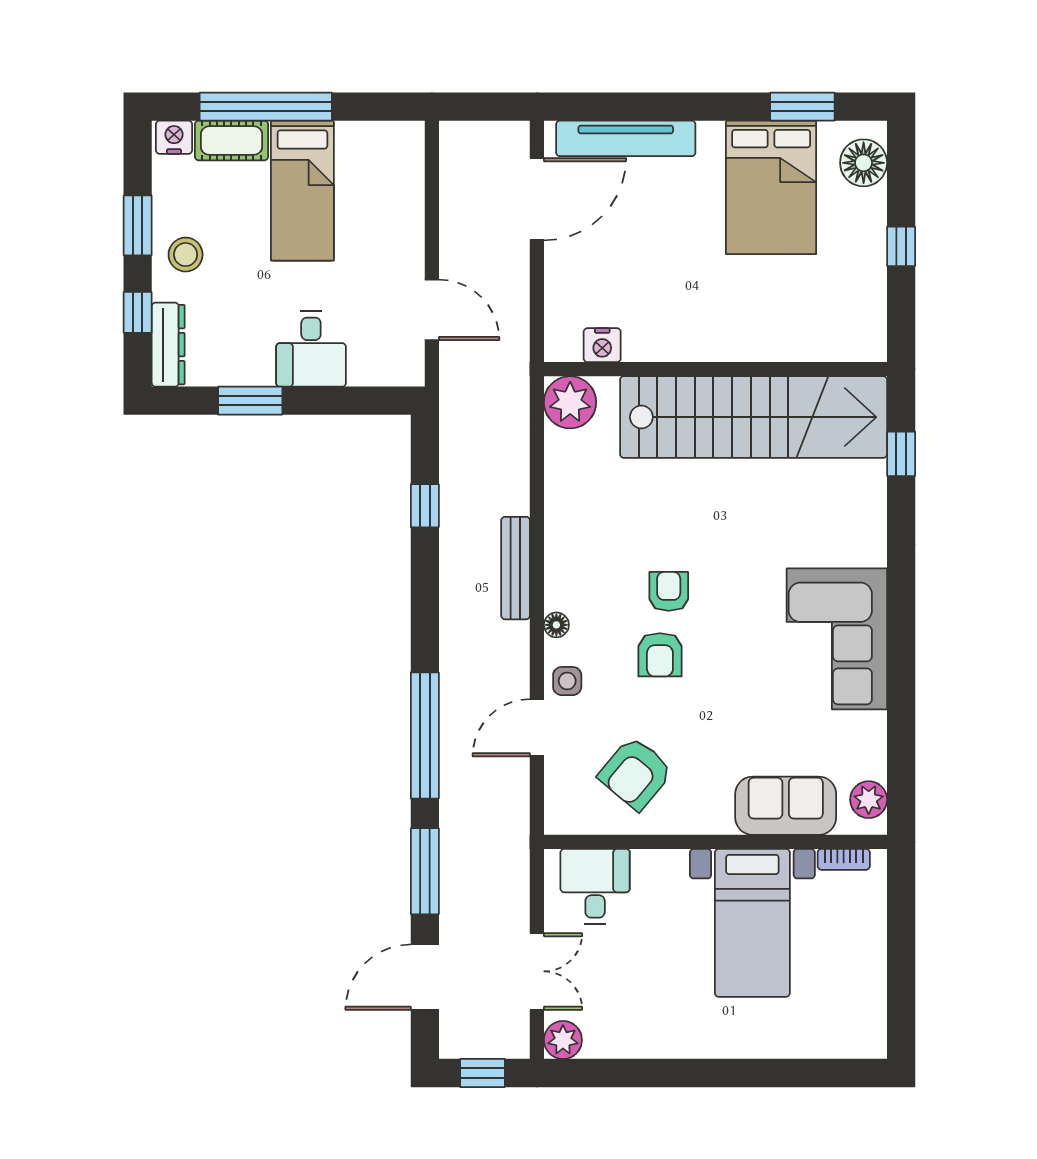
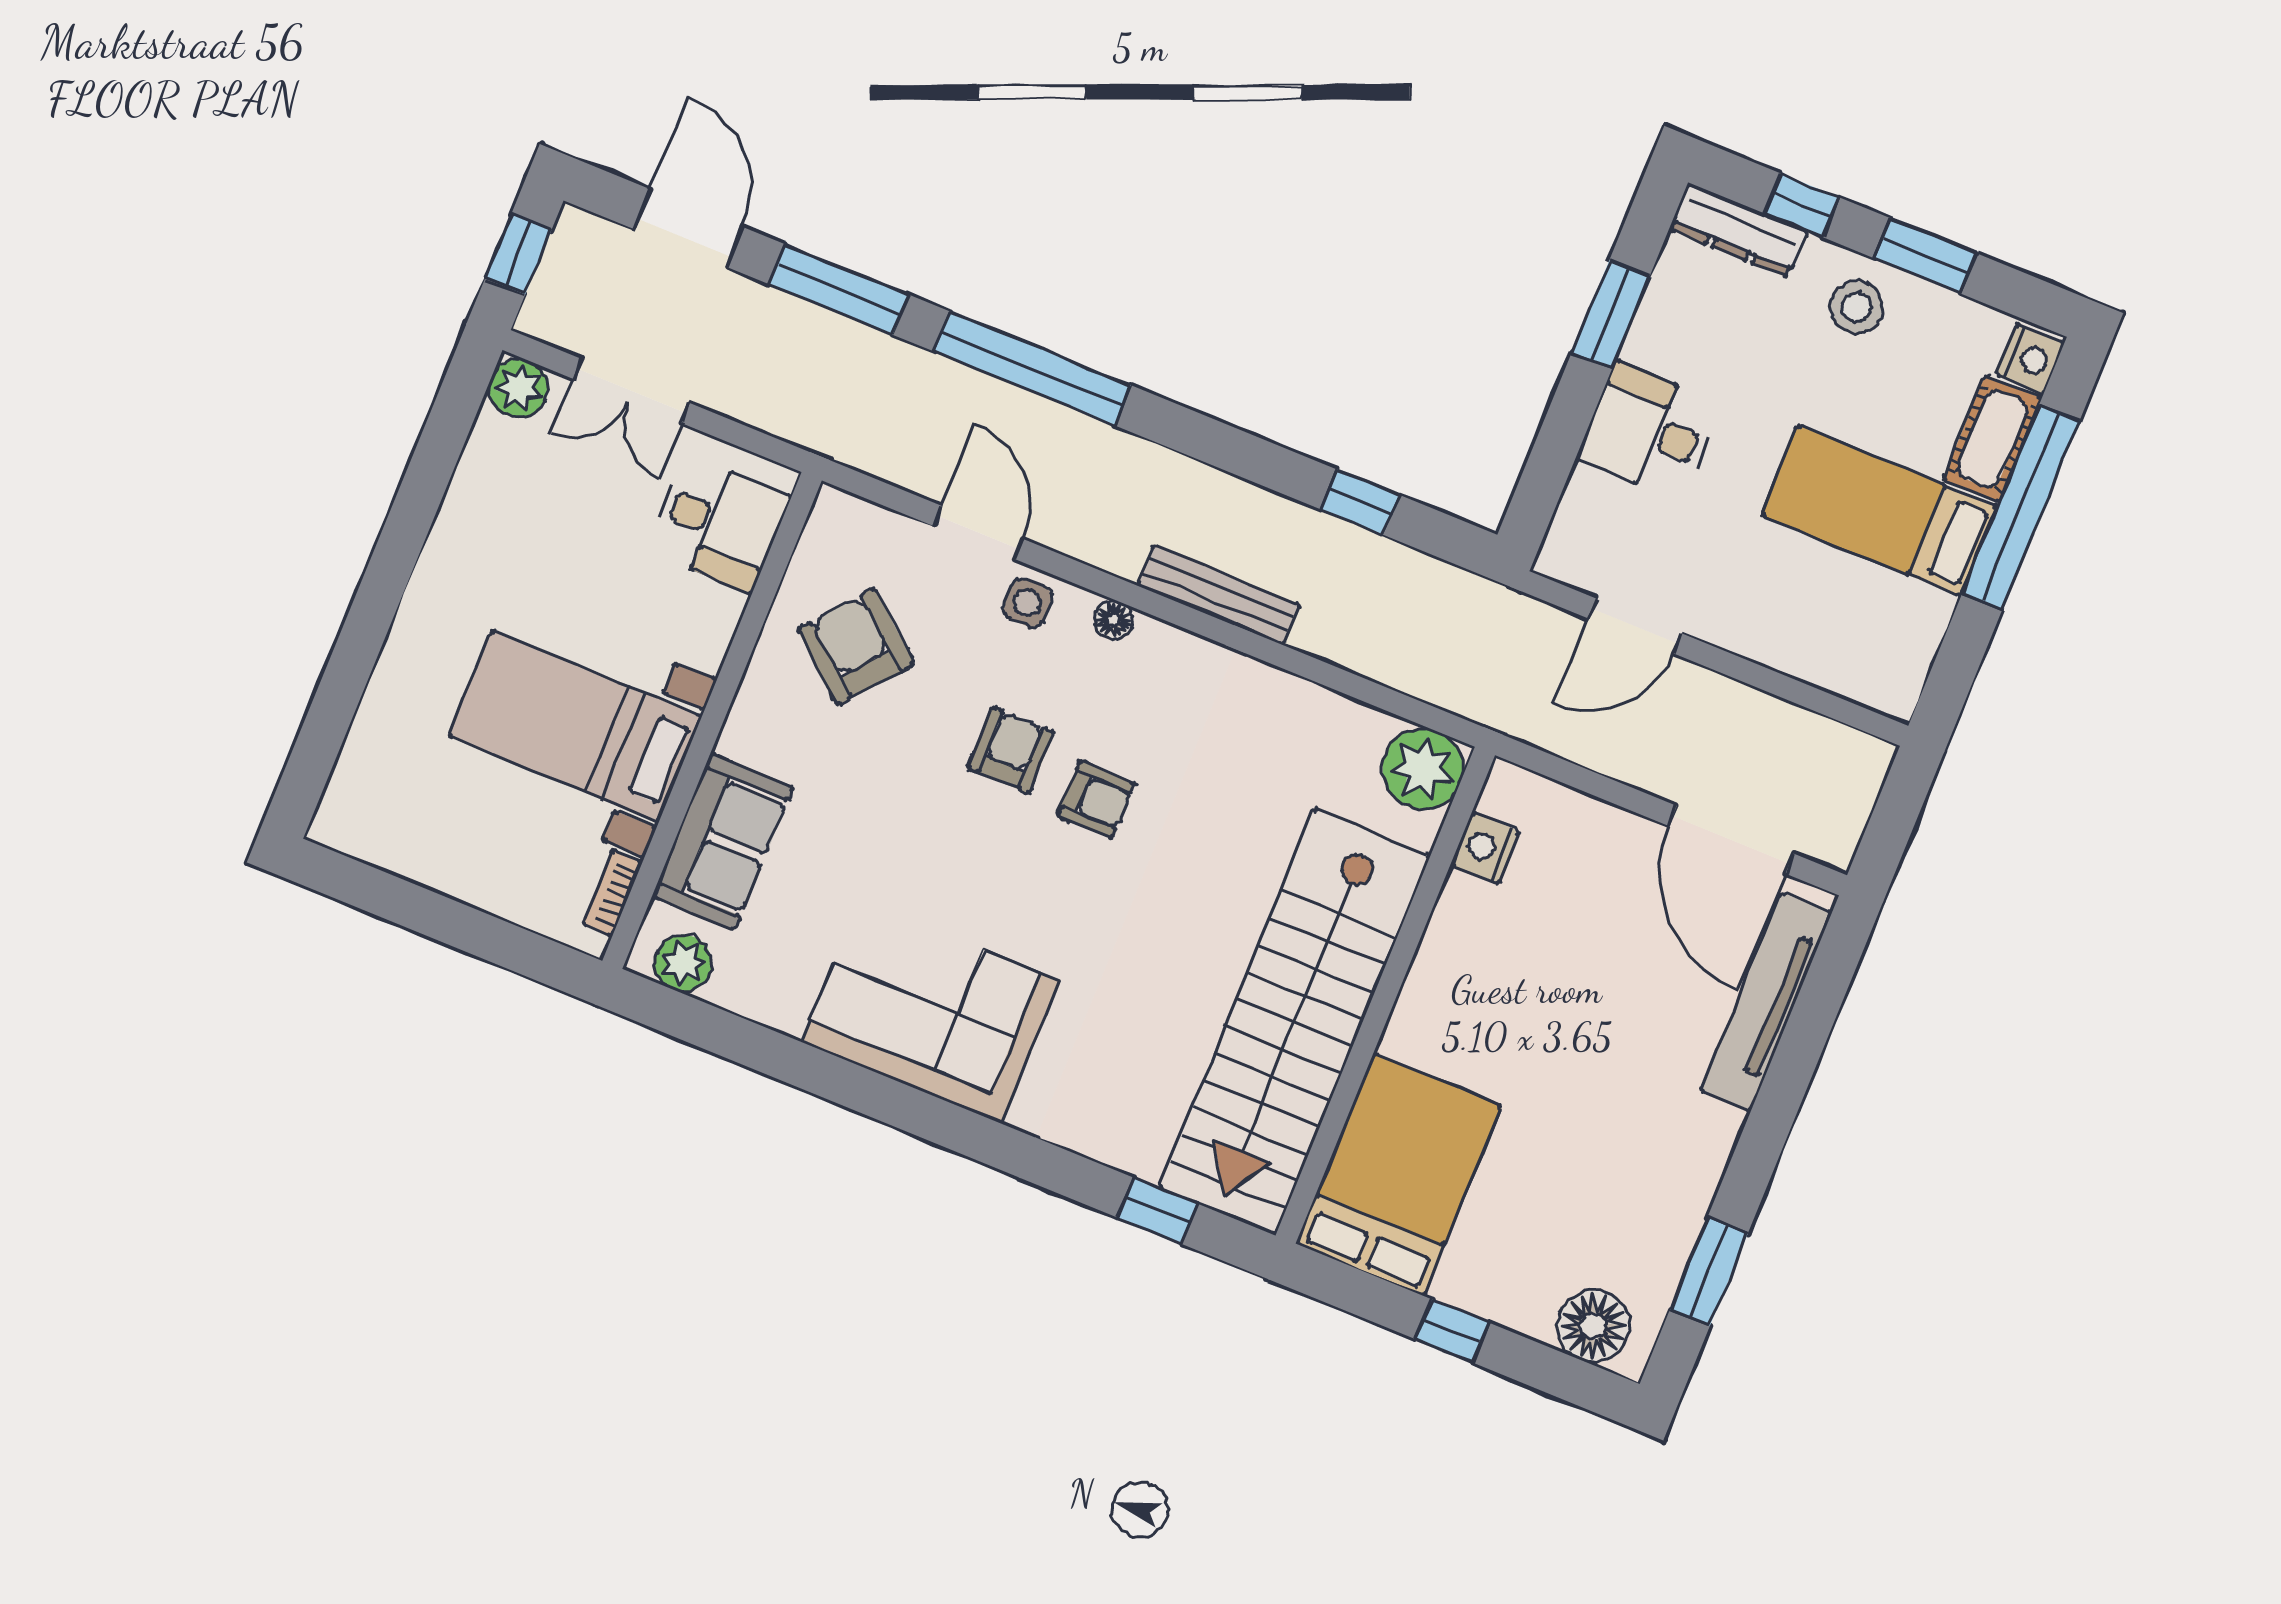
bed: (771, 187) -> (1399, 1175), moved, turned 90
armchair: (660, 655) -> (1011, 750), turned 90

